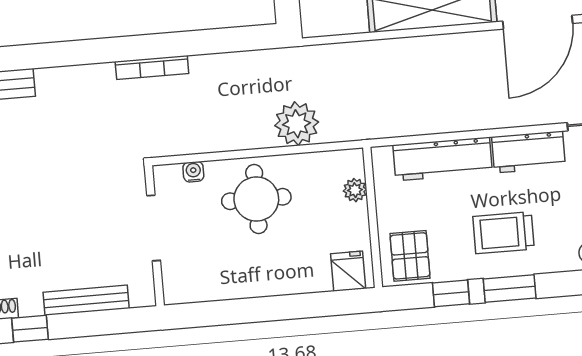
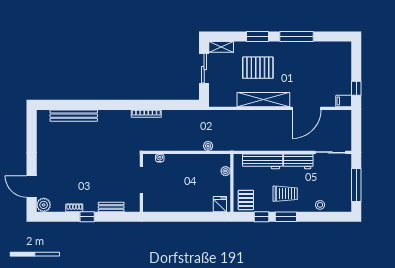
plant: (297, 124) -> (208, 146), width x0.53, depth x0.53
round table: (256, 199) -> (185, 171), removed
trolley: (503, 233) -> (285, 194), turned 180
bench: (86, 300) -> (111, 207), width x0.73

